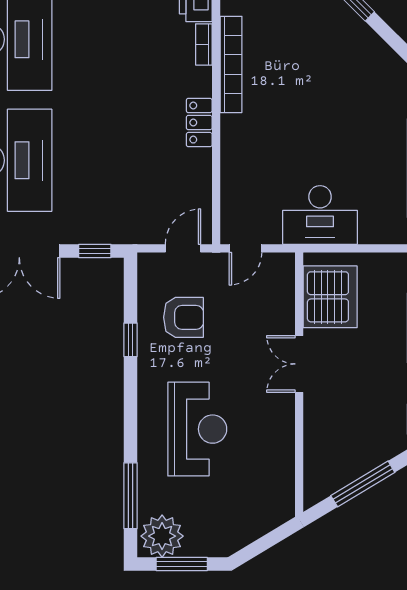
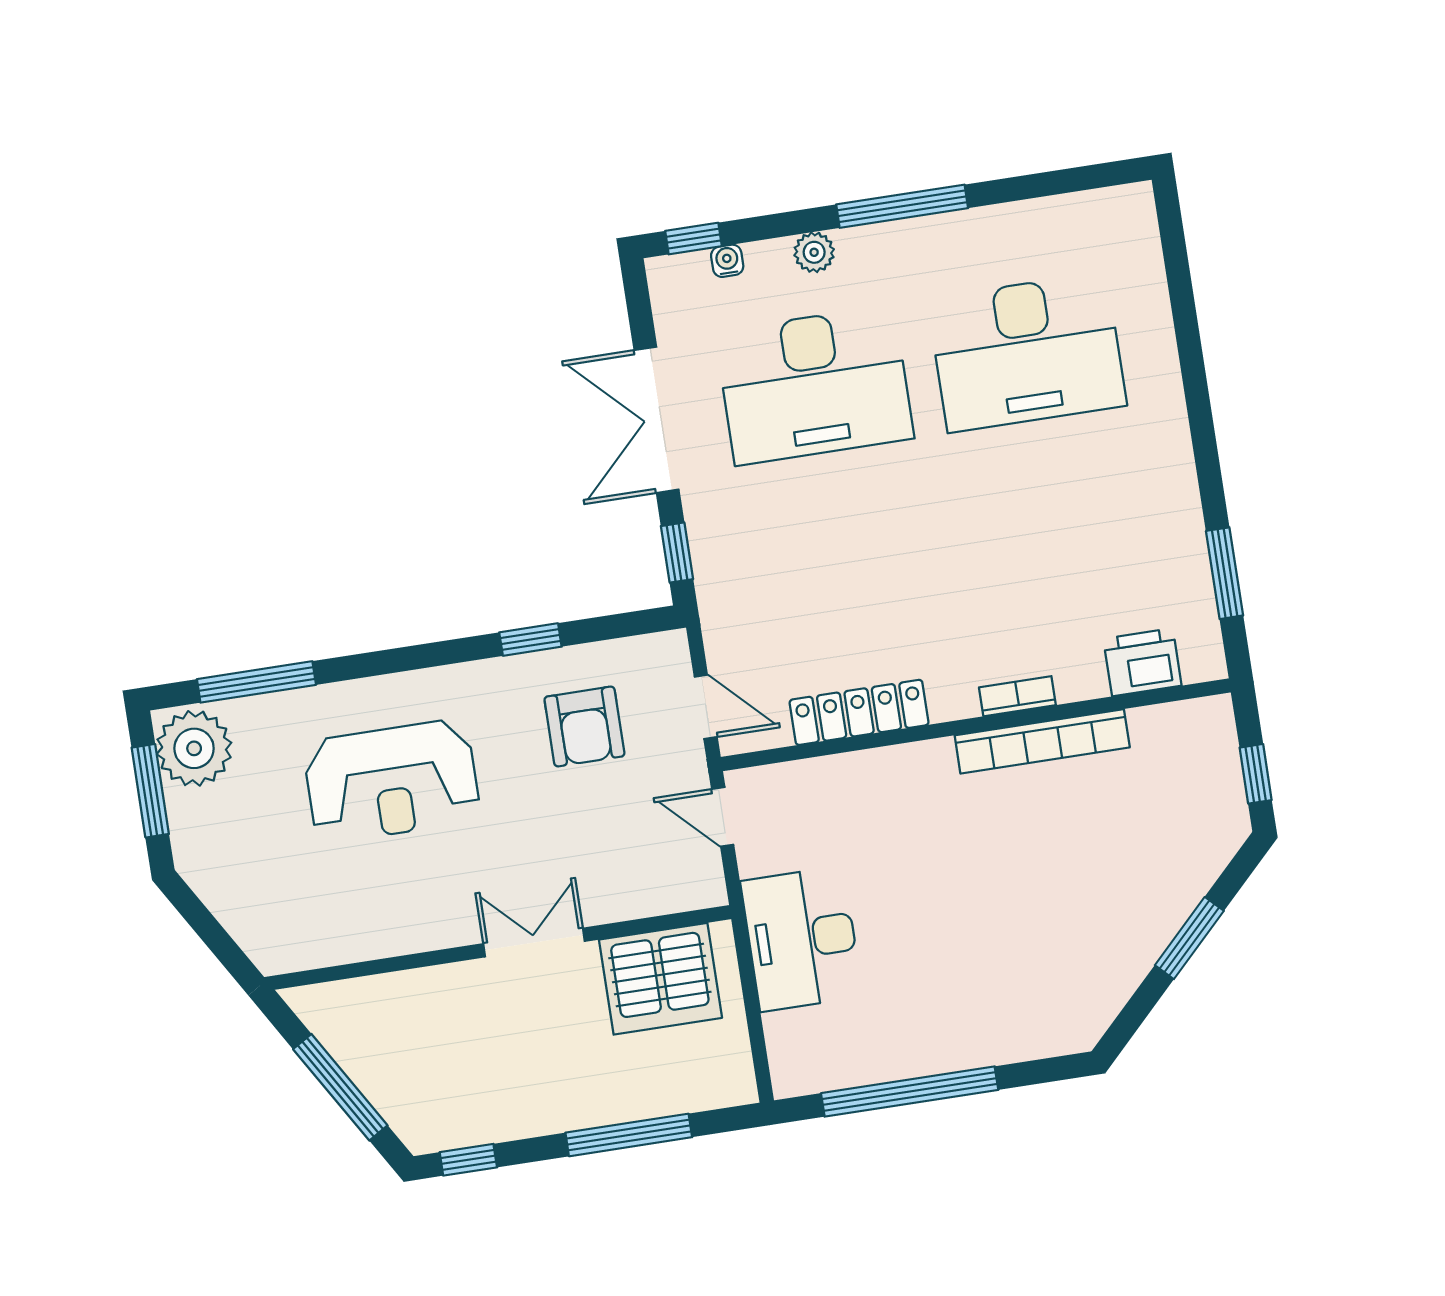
bookcase: (204, 44) -> (1017, 696), moved
locker: (199, 123) -> (859, 712), moved, width x1.53

